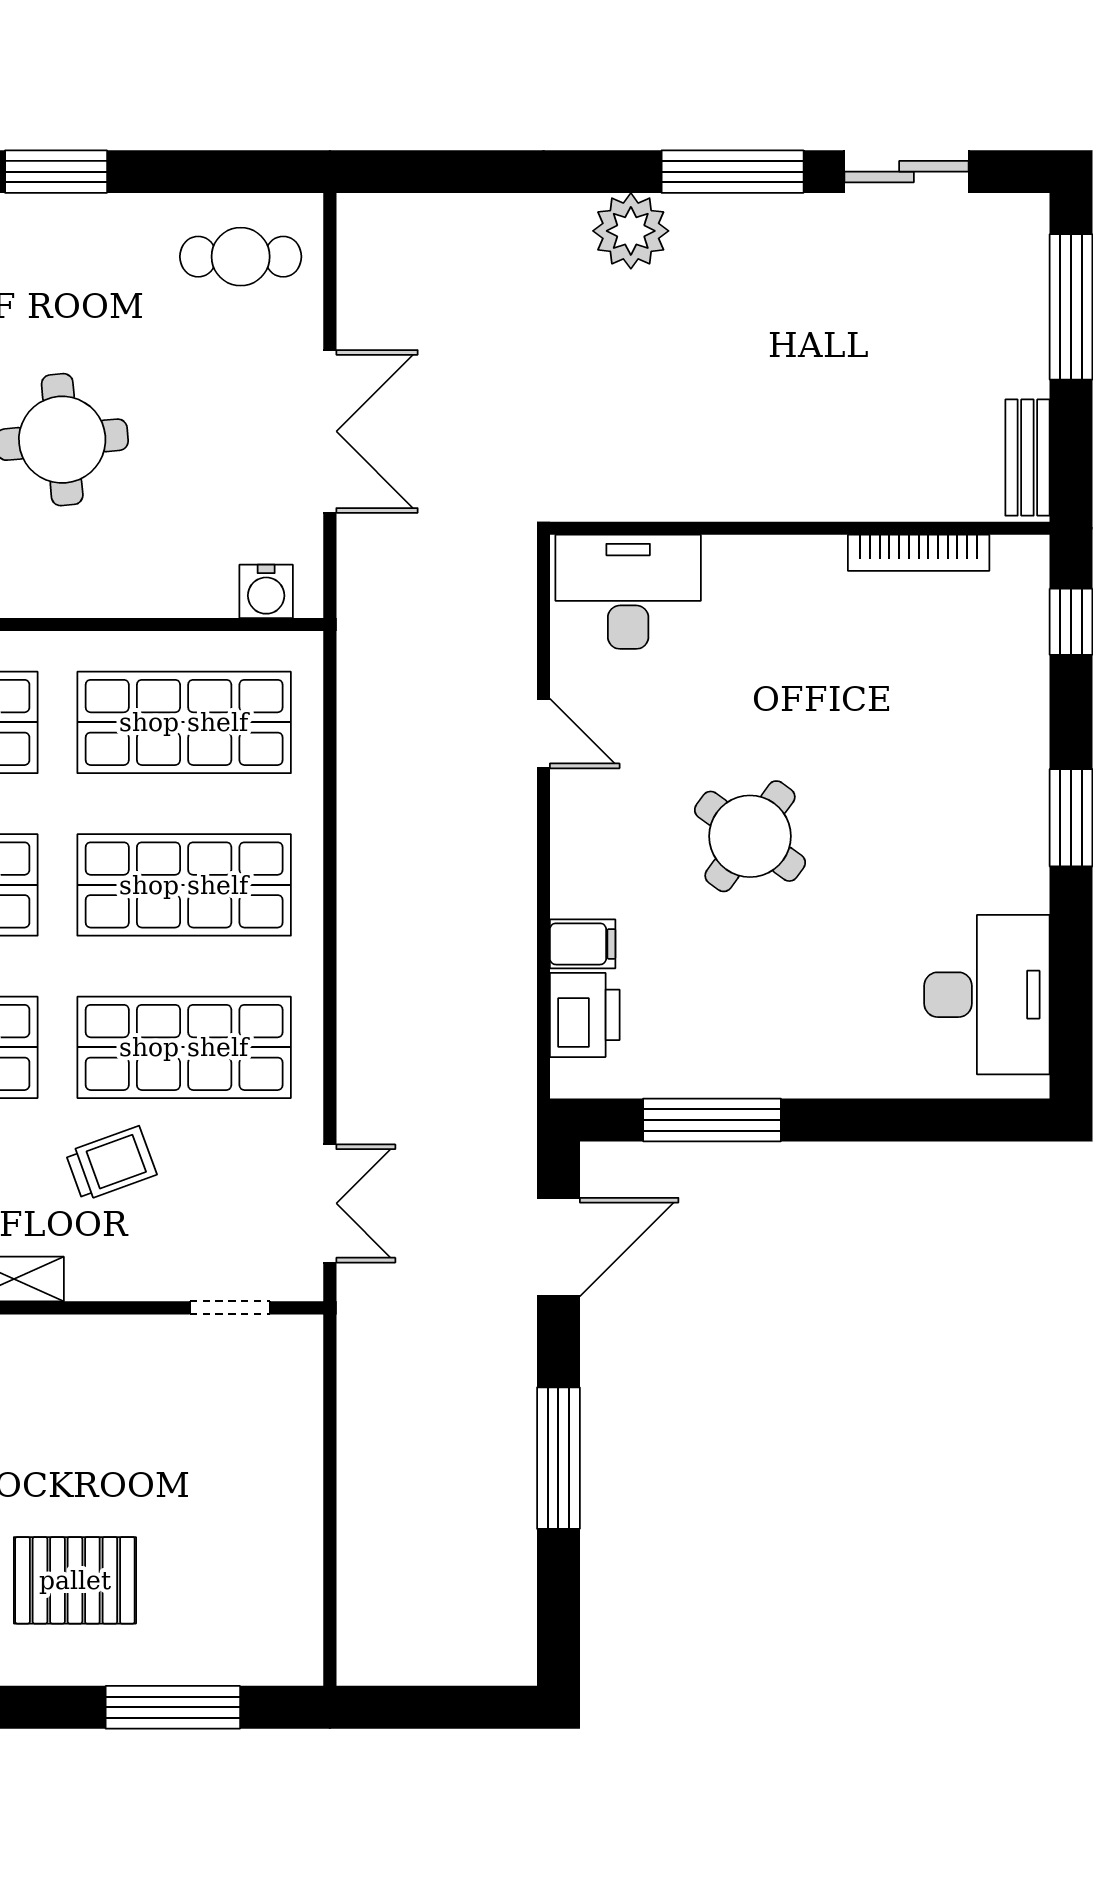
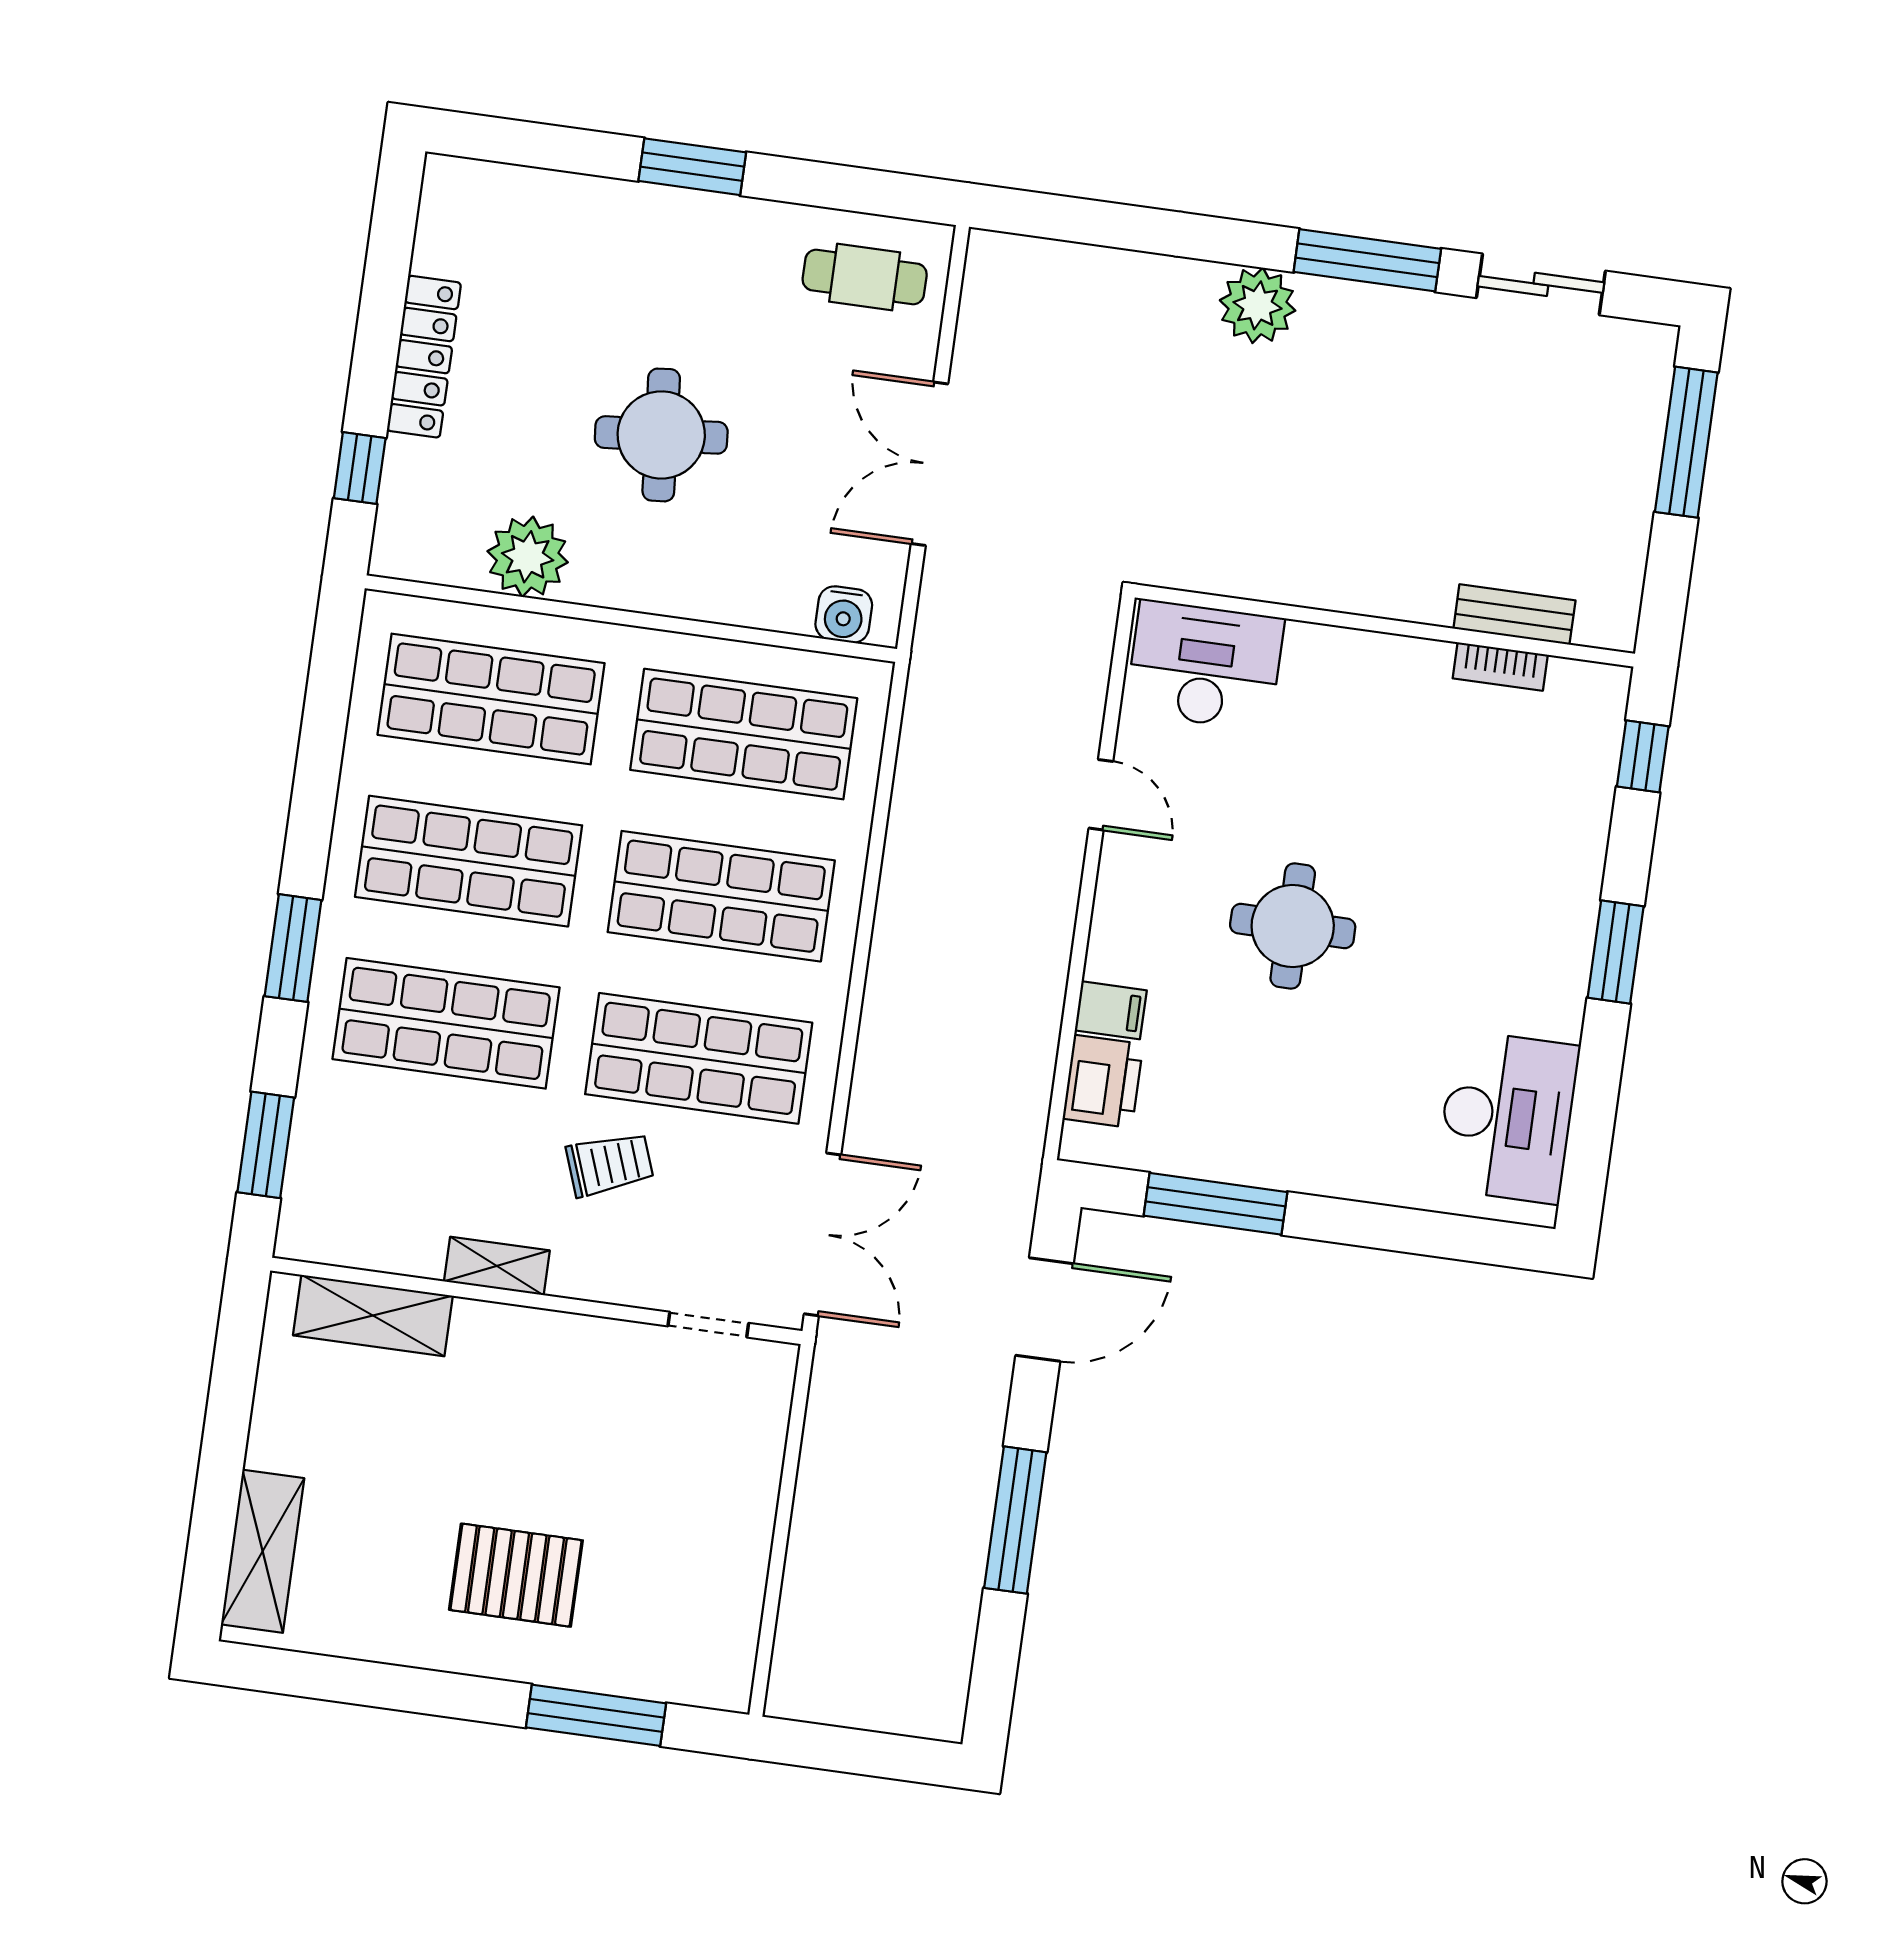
double door: (330, 431) -> (929, 464), swing flipped
bench: (1027, 458) -> (1514, 614), moved, turned 90
bookcase: (919, 553) -> (1500, 666), width x0.64
round table: (750, 836) -> (1293, 926), turned -36
double door: (330, 1203) -> (823, 1234), width x1.37

